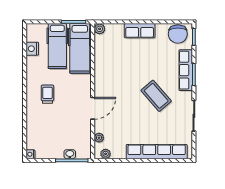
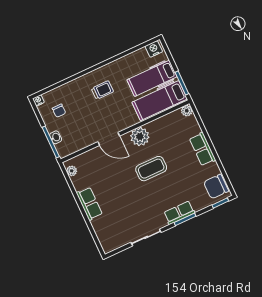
nightstand: (32, 49) -> (154, 49), moved
row of seats: (186, 70) -> (179, 213), width x0.68
coffee table: (156, 96) -> (151, 169), moved, turned 41
plant: (99, 138) -> (140, 137), moved, width x1.88, depth x1.88
chair: (48, 140) -> (59, 111), added
row of seats: (157, 152) -> (89, 204), width x0.50

